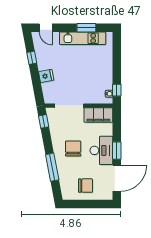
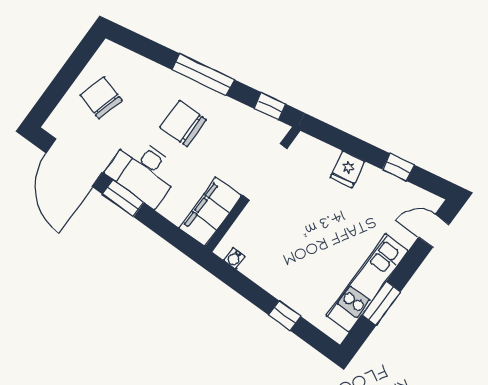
window: (117, 90) -> (285, 316), moved
chair: (73, 149) -> (183, 124), turned 180
window: (52, 167) -> (203, 75), moved
chair: (86, 186) -> (101, 98), turned 106

